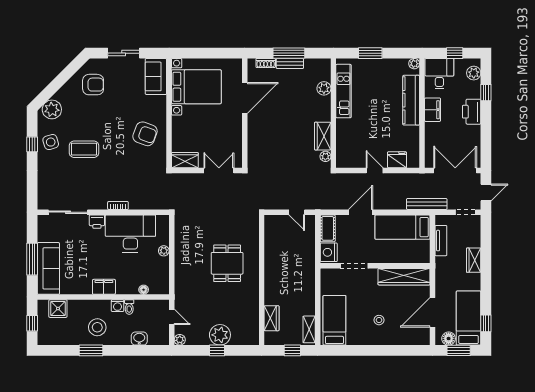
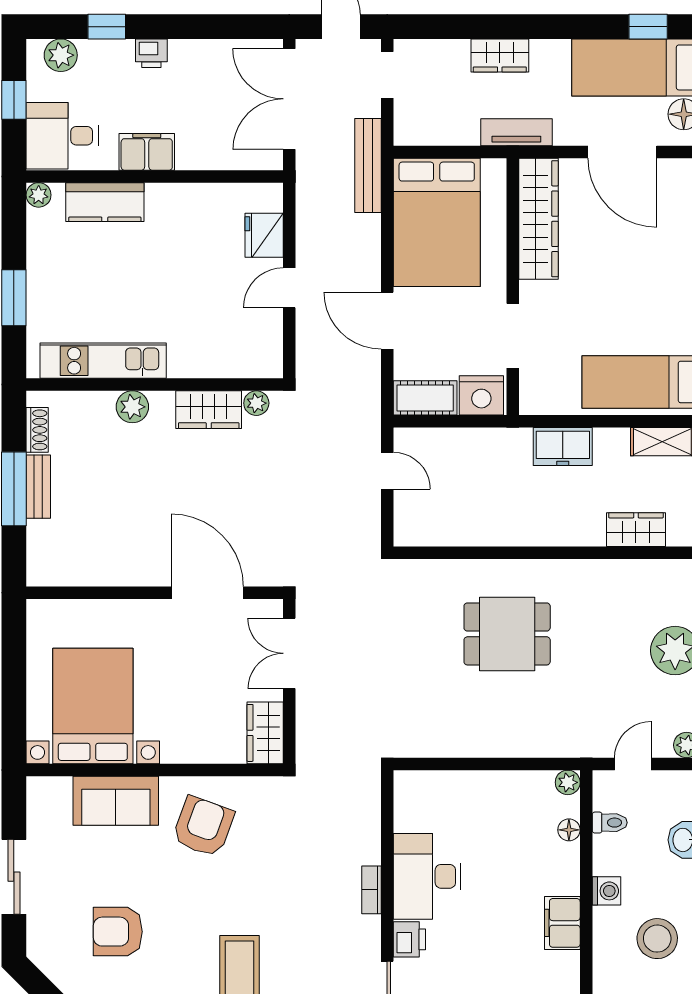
shoe rack: (266, 63) -> (37, 430), moved
sofa: (156, 76) -> (116, 801), moved
armchair: (93, 85) -> (118, 932), moved, turned -90
plant: (324, 88) -> (132, 407), moved
door: (245, 98) -> (207, 593), moved
kitchen counter: (411, 100) -> (105, 202), width x0.67
printer: (472, 112) -> (151, 53), width x0.53, depth x0.68
door: (297, 212) -> (387, 471), hinge flipped
bed: (403, 227) -> (437, 222), width x1.50
desk: (130, 233) -> (427, 876), width x0.73, depth x0.77
tv unit: (441, 241) -> (516, 132), moved
plant: (164, 251) -> (568, 782), moved
freezer: (307, 287) -> (563, 446), added
toilet: (129, 307) -> (610, 823), moved
stool: (379, 320) -> (640, 278), removed

